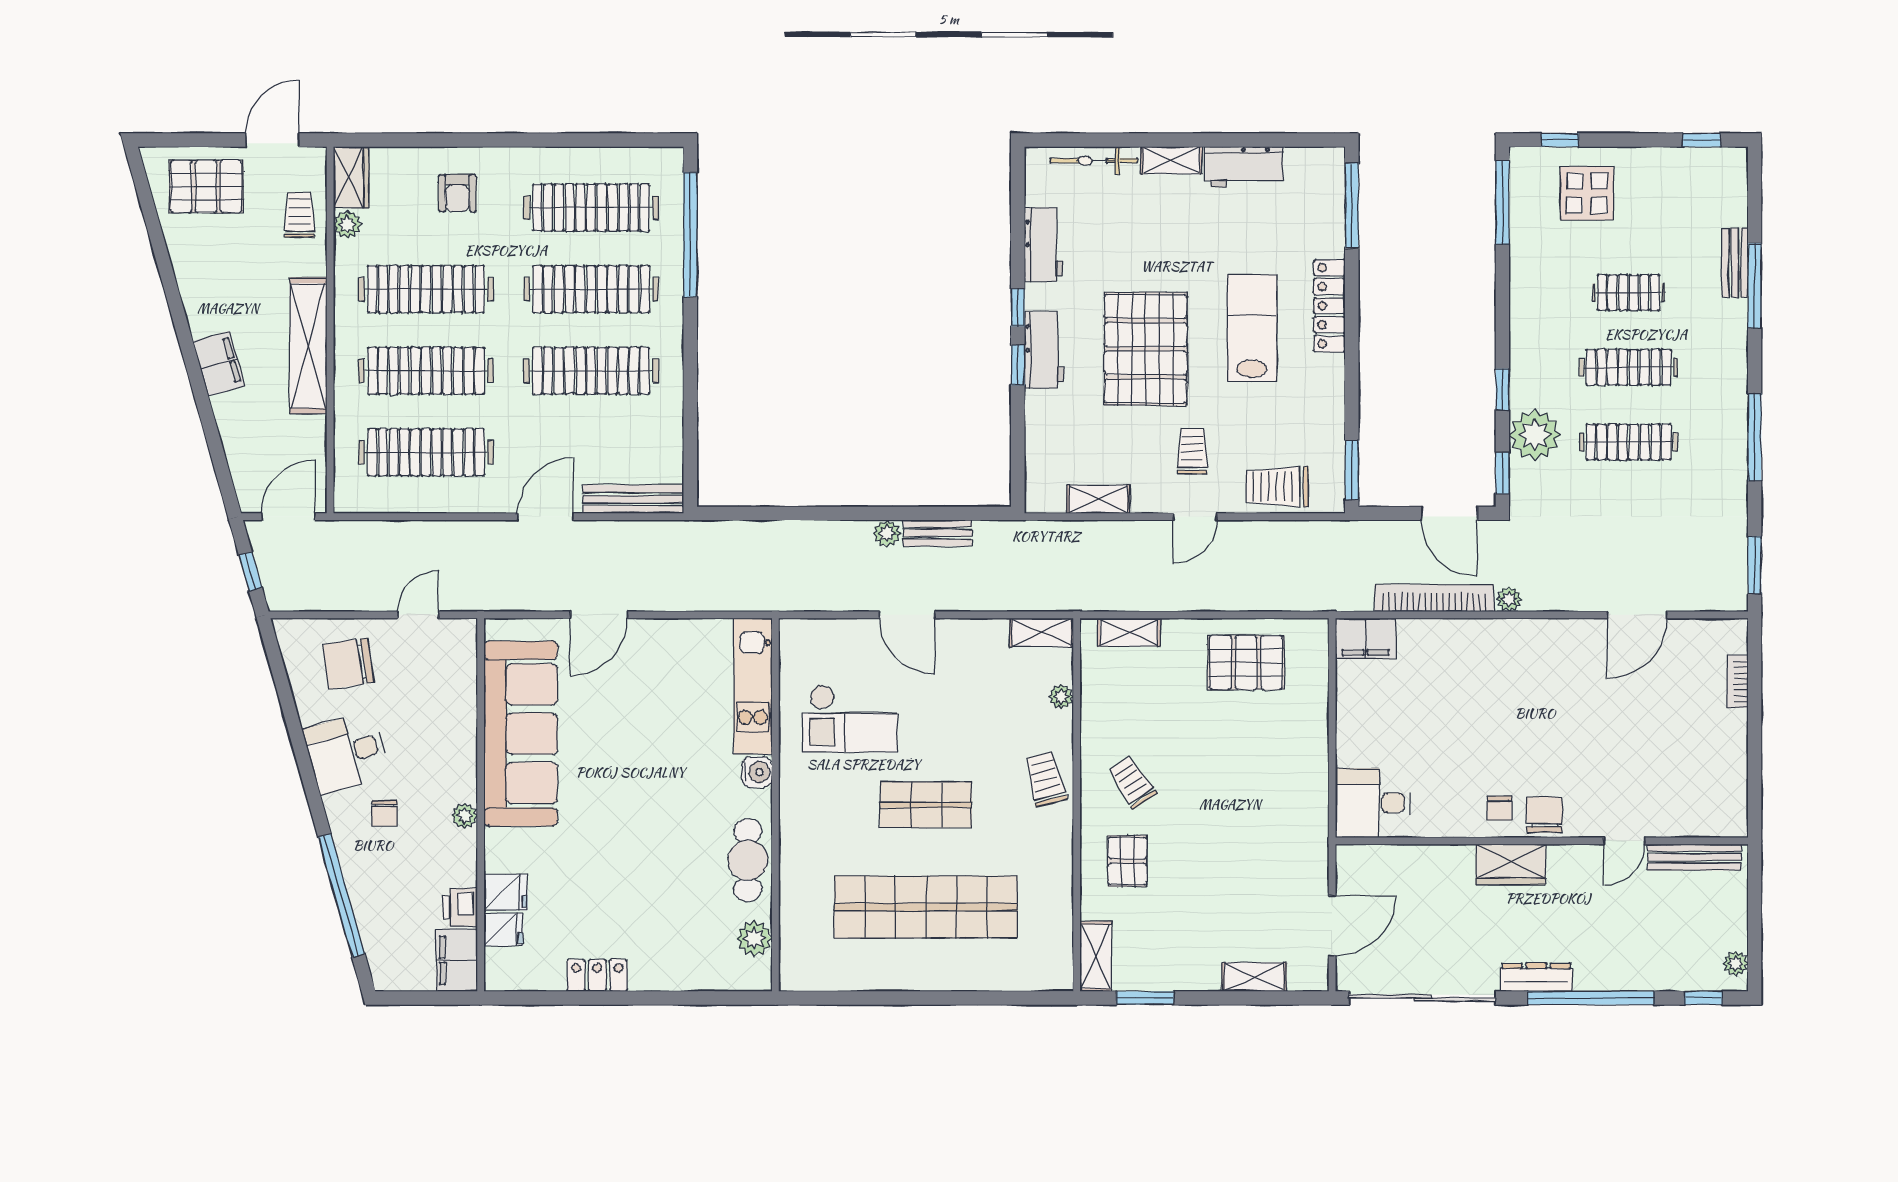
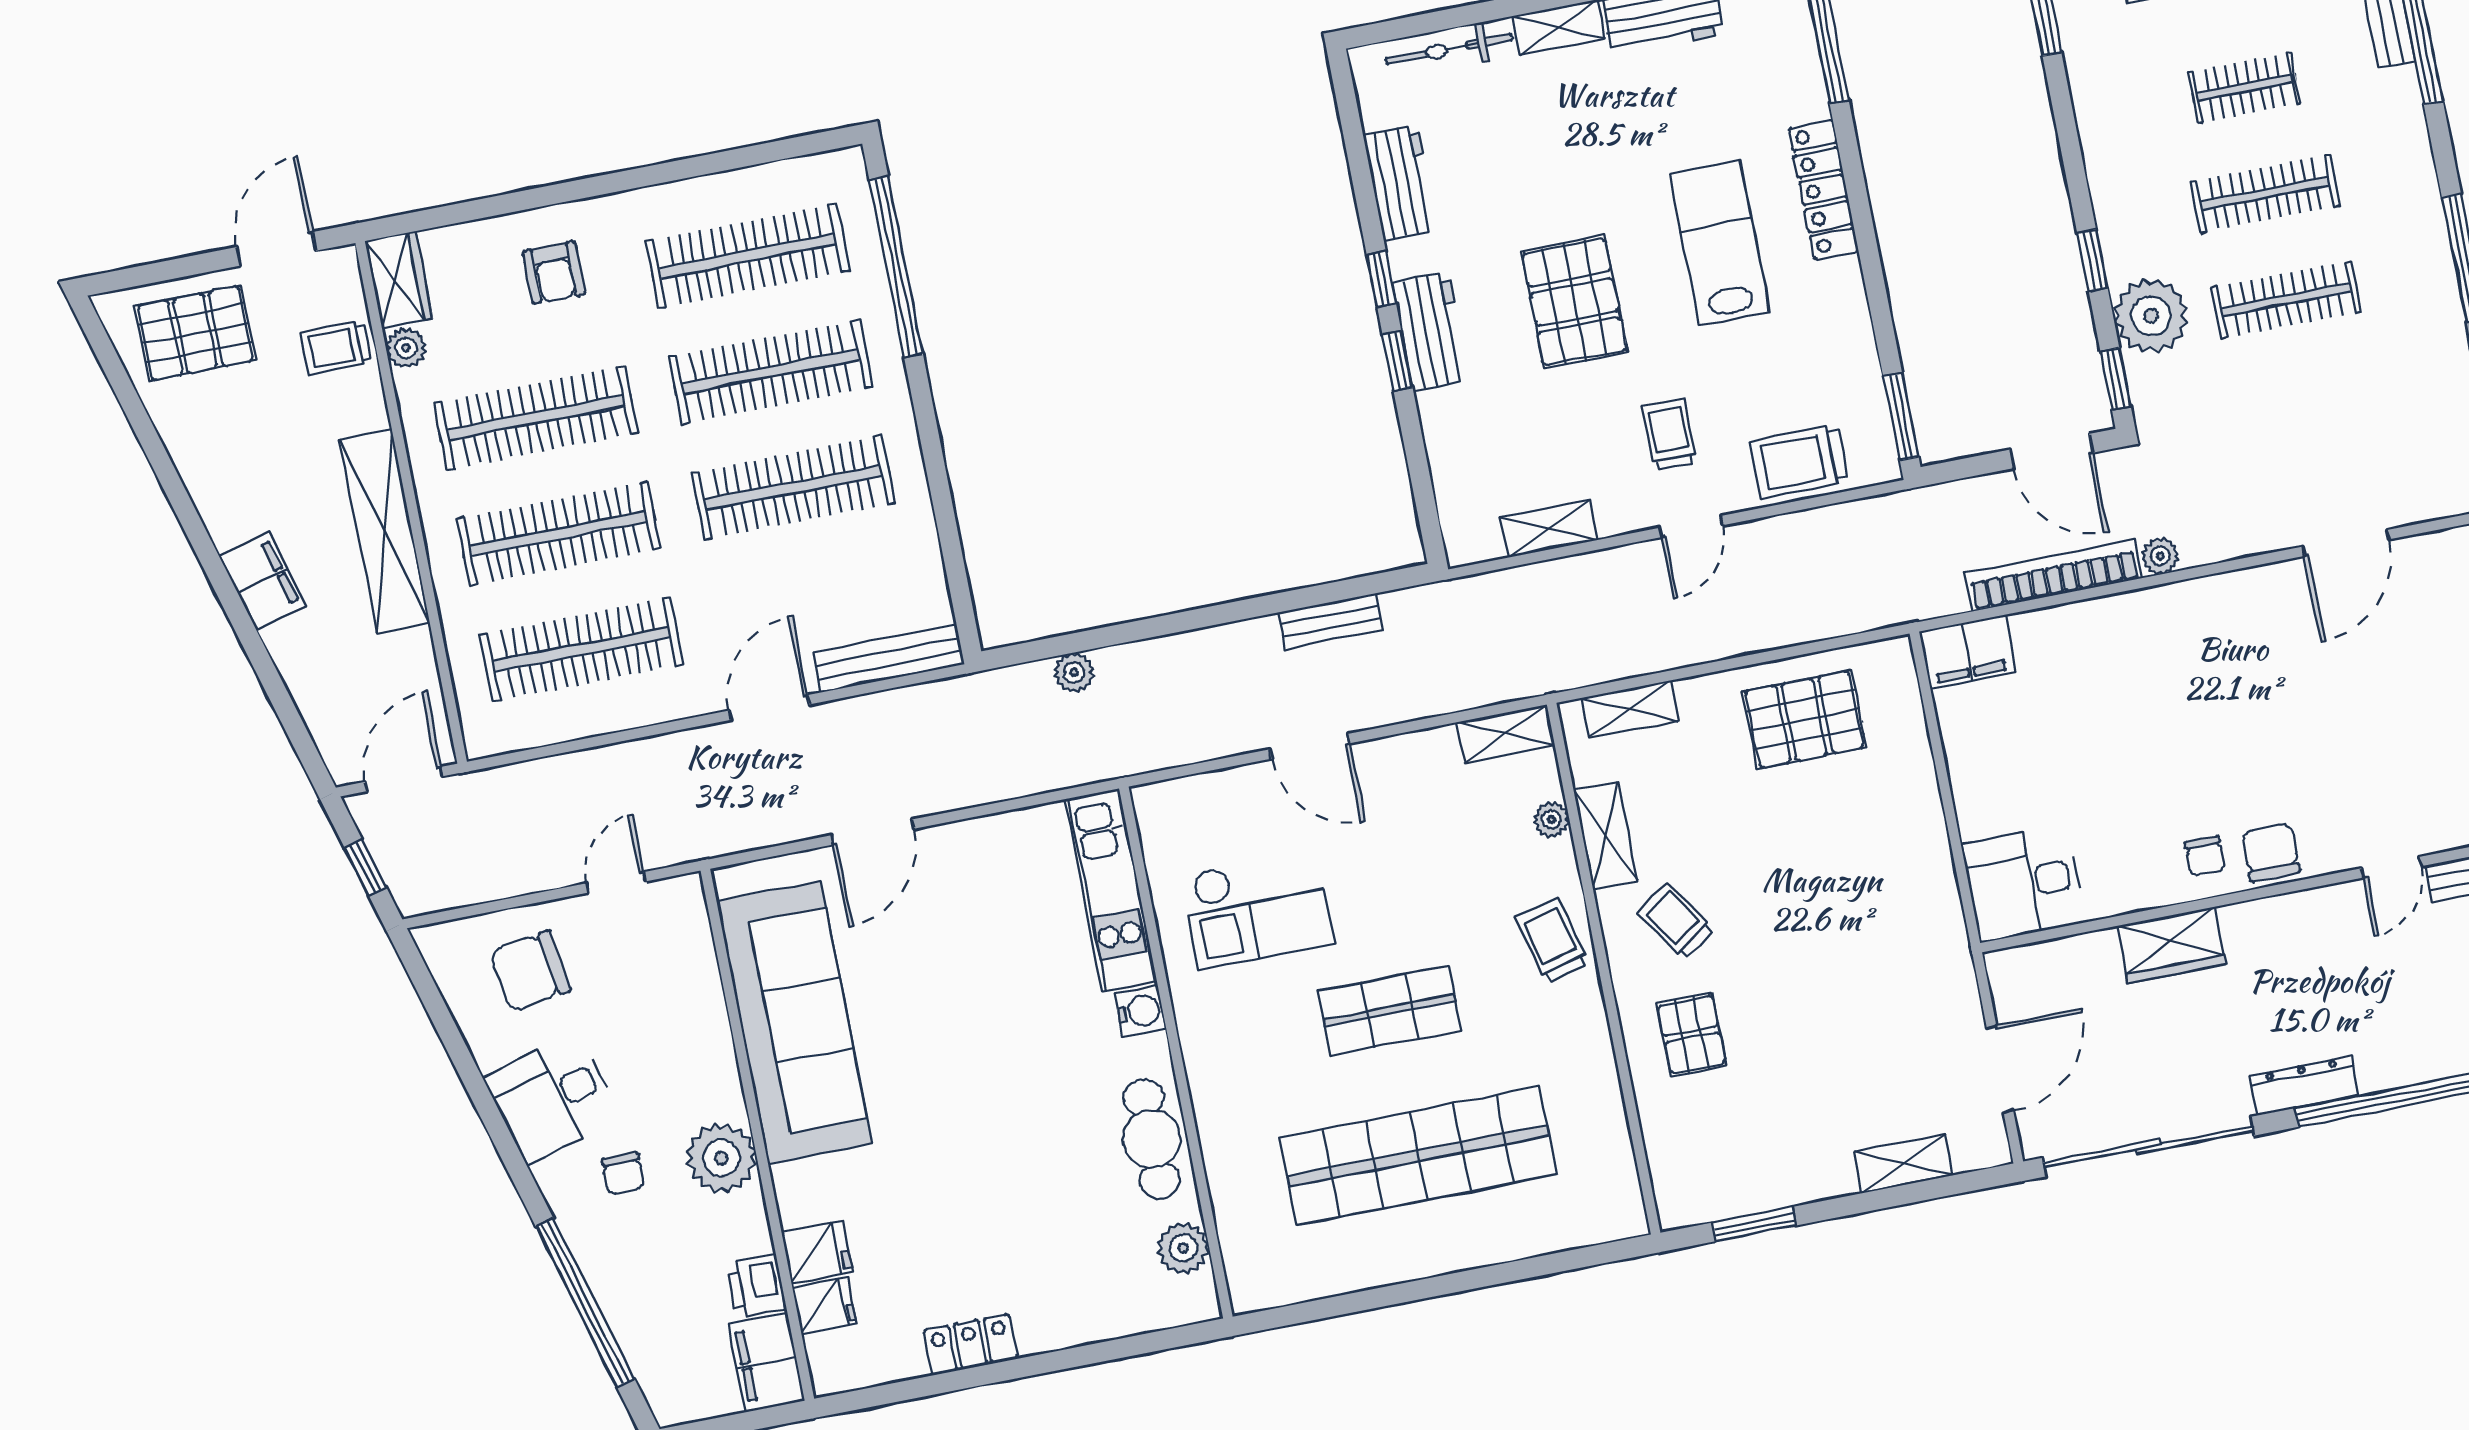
trolley: (300, 215) -> (336, 347), turned -90
pallet: (1146, 349) -> (1574, 302), width x0.73, depth x0.71
plant: (887, 533) -> (1074, 672), moved
plant: (465, 816) -> (721, 1158), width x1.88, depth x1.88
wardrobe: (1511, 864) -> (2172, 945), moved
shelving: (1096, 957) -> (1606, 836), moved

